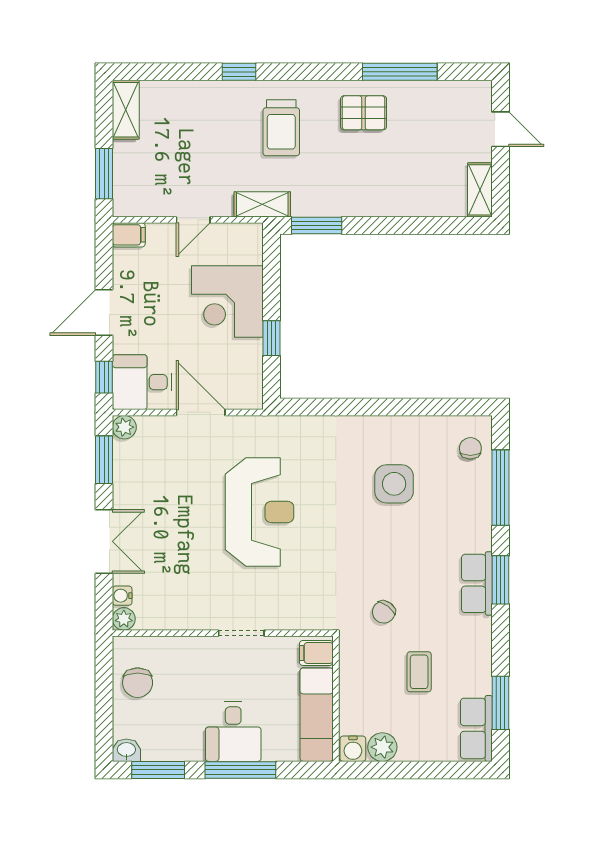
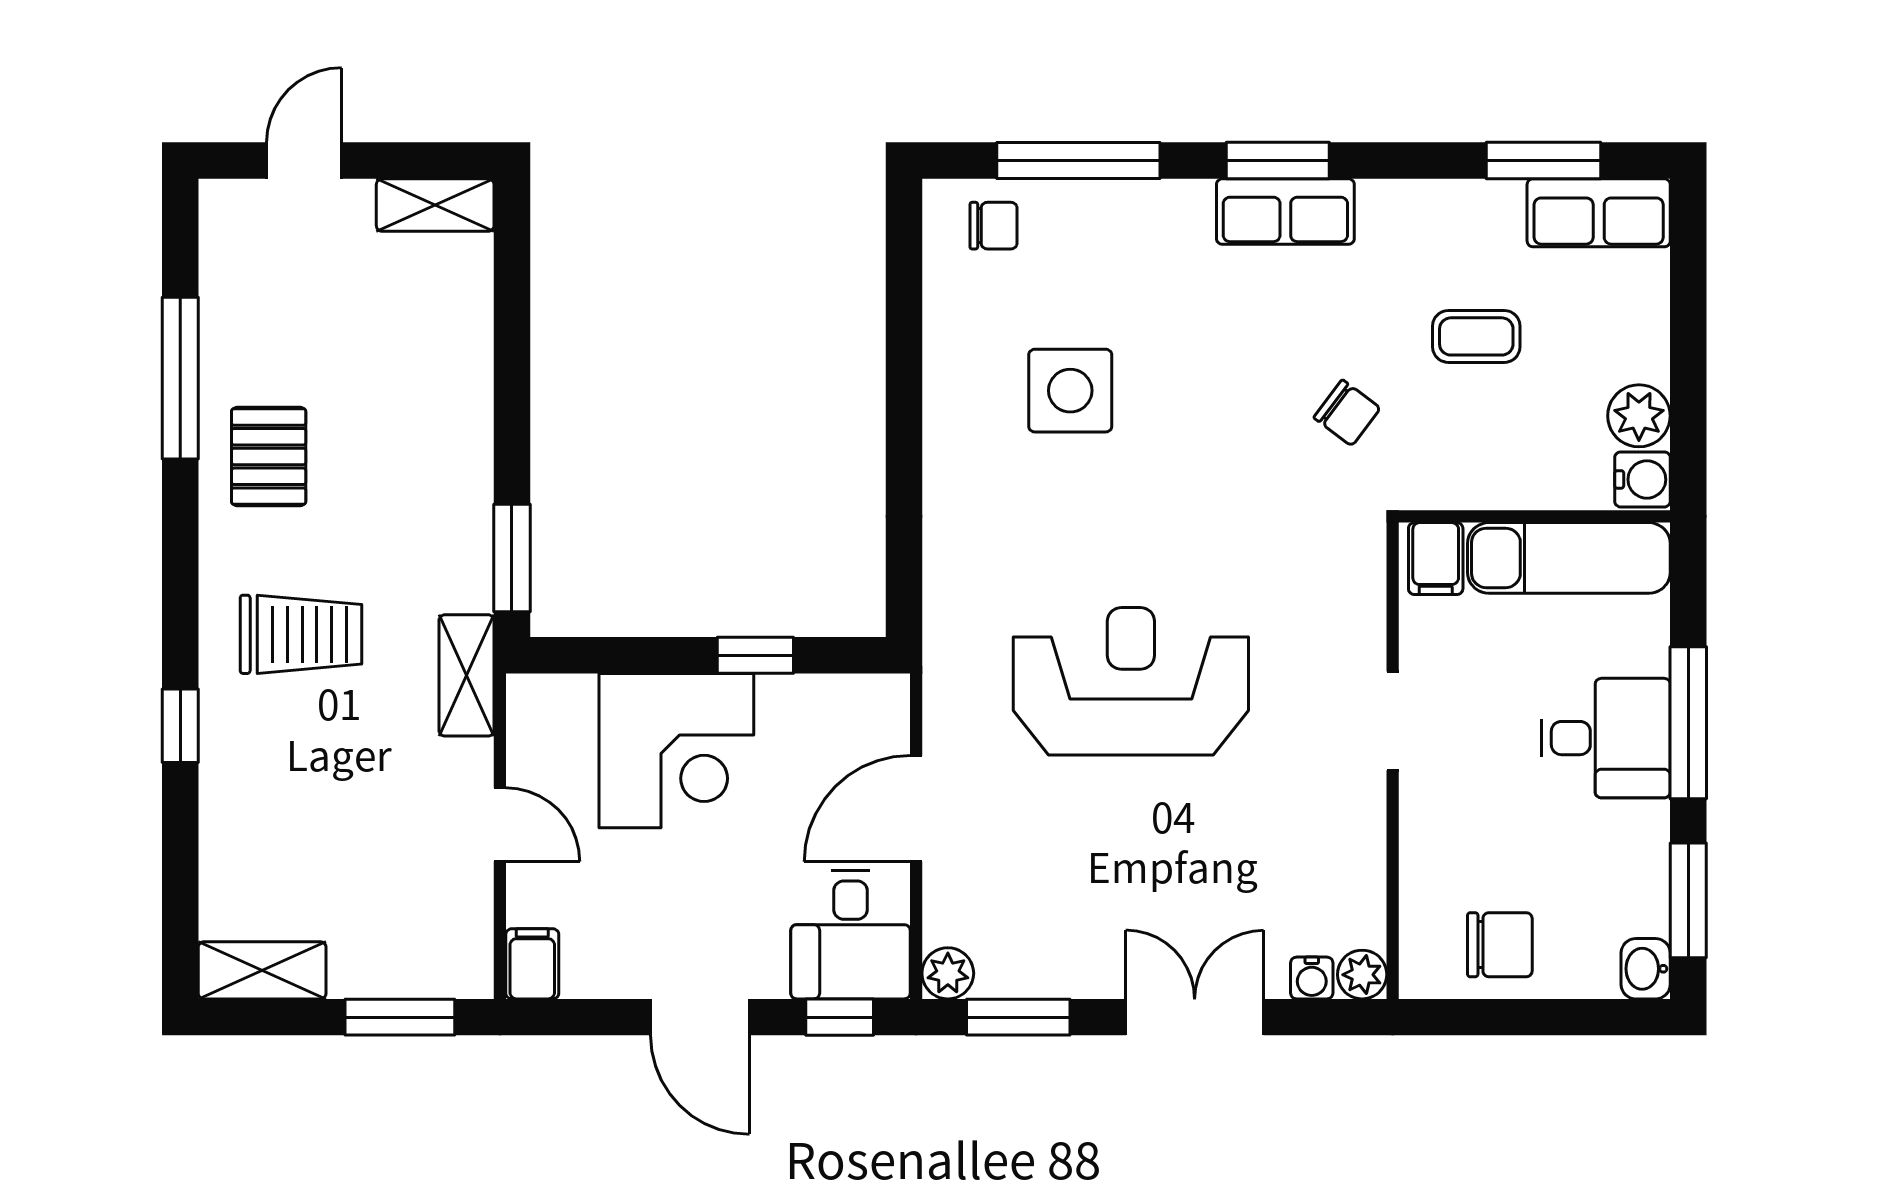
chair: (470, 448) -> (993, 226), turned 180

